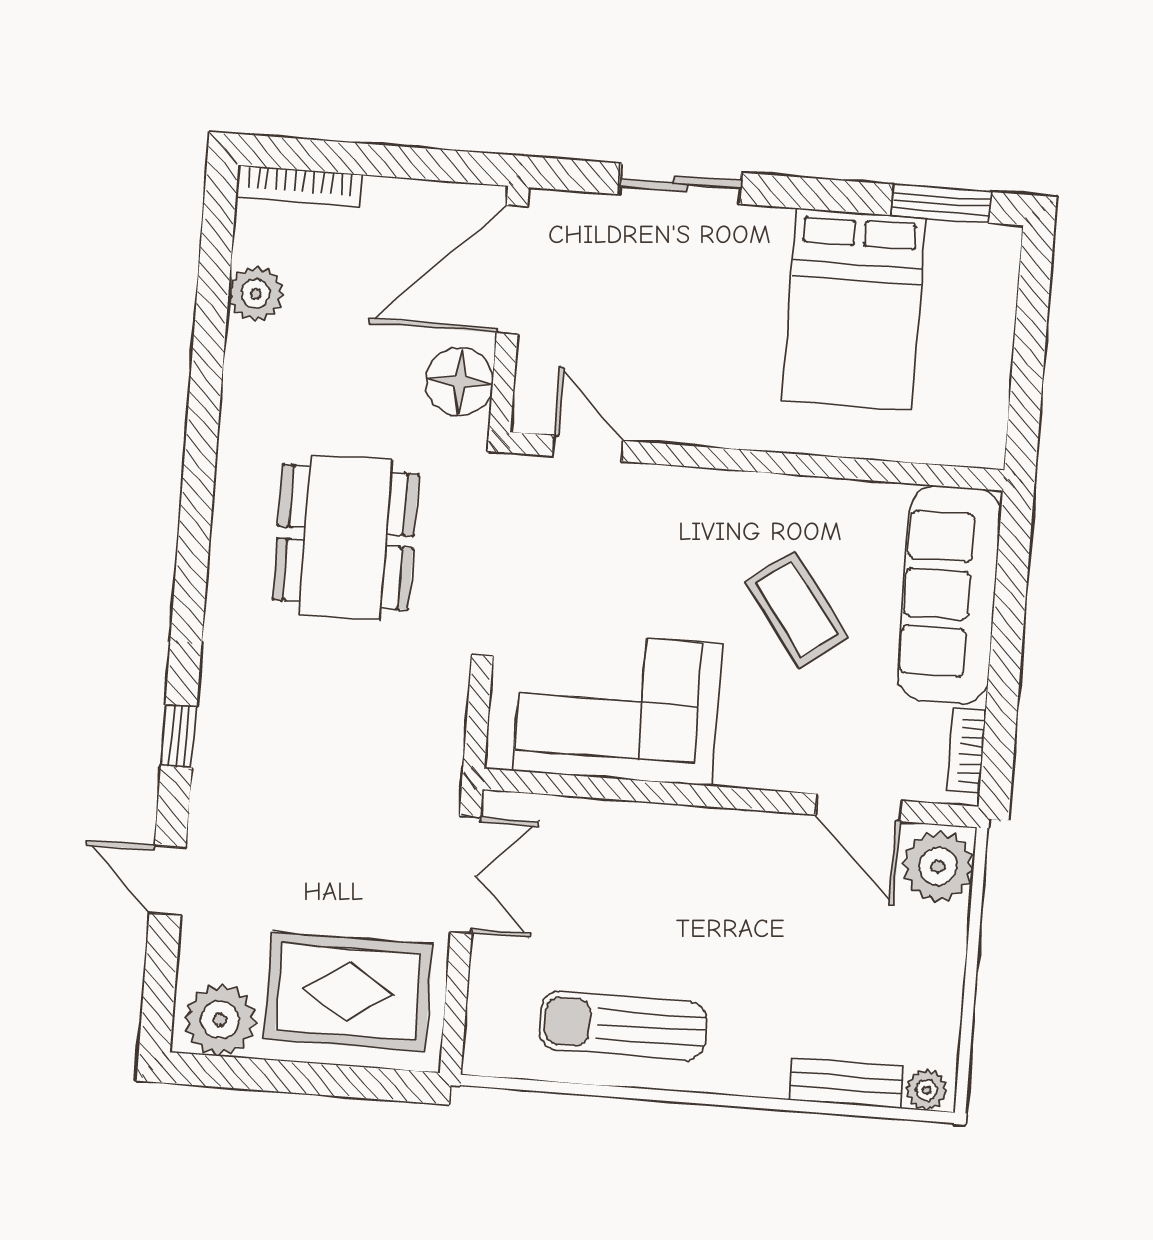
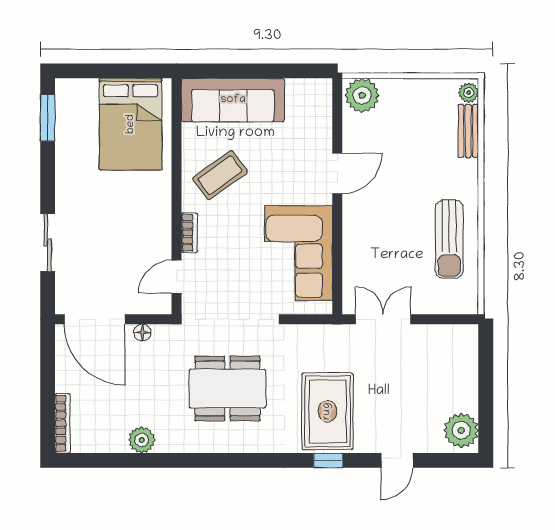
plant: (256, 294) -> (142, 440), moved
bed: (854, 309) -> (131, 124), moved, turned 90
floor lamp: (459, 382) -> (142, 333), width x0.53, depth x0.53
coffee table: (797, 609) -> (220, 175), moved
bookcase: (966, 750) -> (189, 233), moved, turned -90
door: (859, 808) -> (337, 173), moved
rug: (348, 992) -> (327, 411), moved

